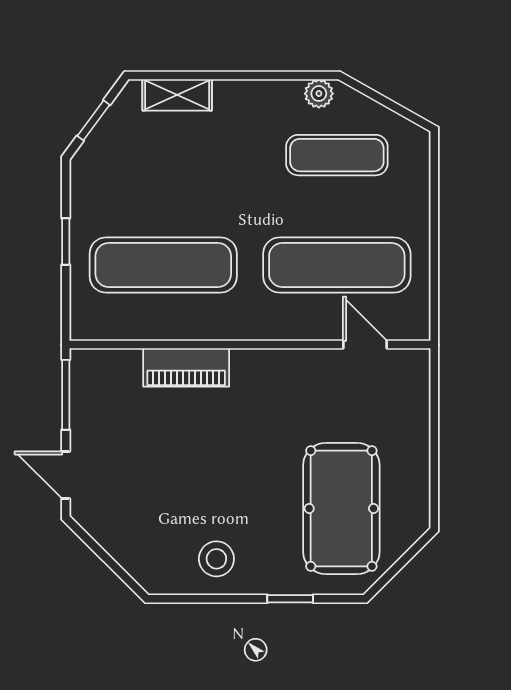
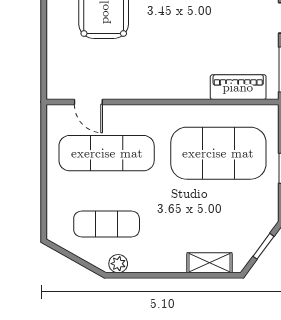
exercise mat: (163, 265) -> (218, 153), width x1.47
piano: (186, 367) -> (238, 87), moved

